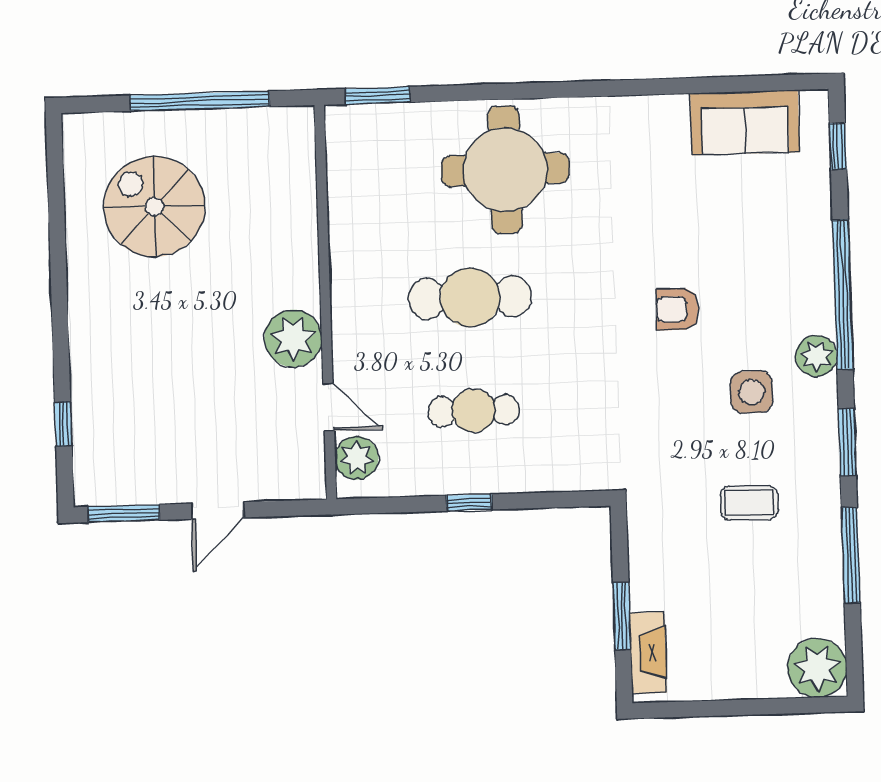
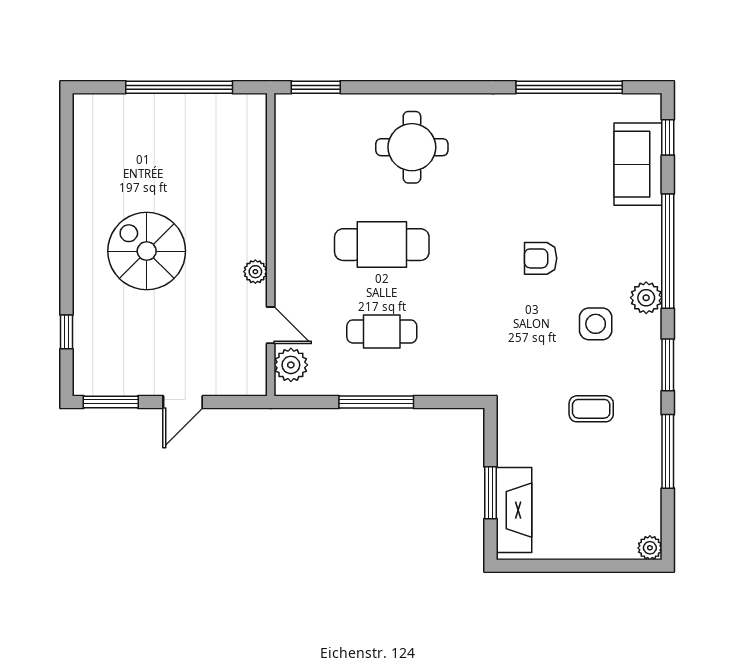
window: (707, 85) -> (569, 87), added
sofa: (745, 123) -> (638, 164), moved, turned 90
round table: (505, 170) -> (412, 147), width x0.73, depth x0.73
spiral stairs: (155, 207) -> (147, 251), moved
plant: (293, 338) -> (255, 272), width x0.53, depth x0.53
window: (469, 503) -> (376, 402), width x2.17
fireplace: (648, 653) -> (514, 510), width x1.37, depth x1.32
plant: (817, 668) -> (650, 548), width x0.53, depth x0.53

